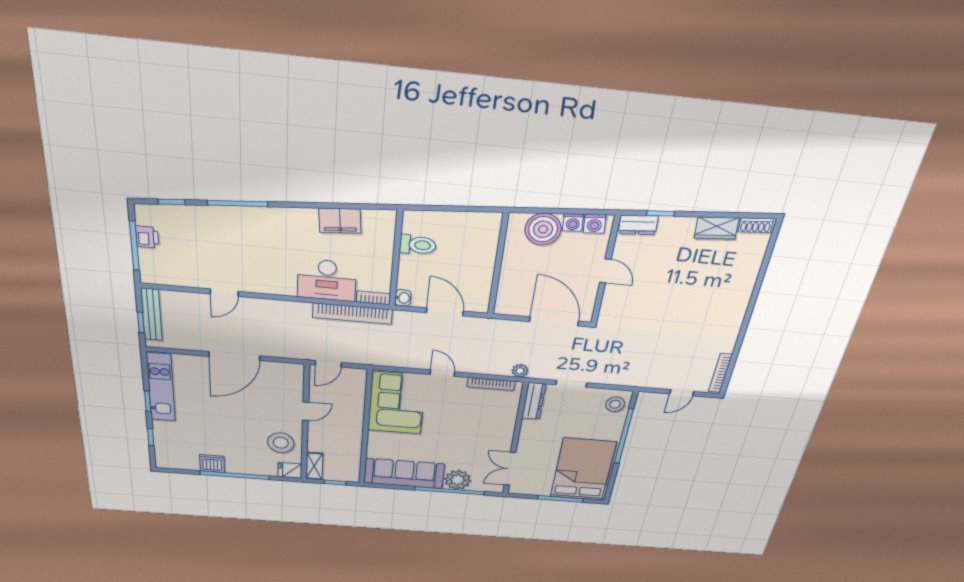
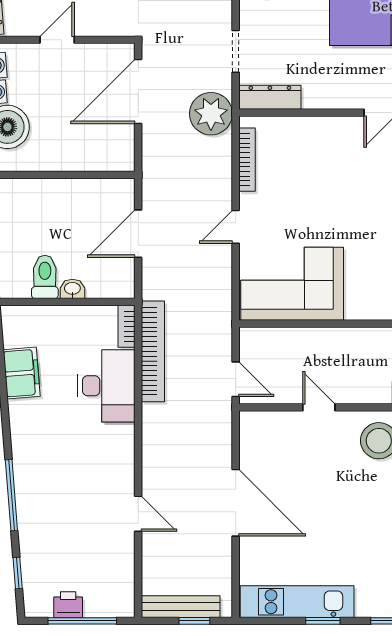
washbasin: (403, 298) -> (72, 289), moved
plant: (520, 371) -> (211, 114), width x1.88, depth x1.88

